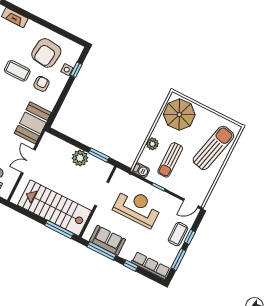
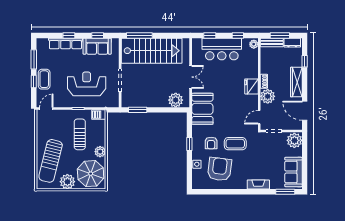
window: (76, 70) -> (189, 144), moved
plant: (207, 118) -> (67, 182), added
plant: (152, 144) -> (100, 152), moved
plant: (80, 158) -> (176, 100), moved
reception desk: (137, 208) -> (87, 84), turned 180
window: (101, 251) -> (98, 36), width x0.46
row of seats: (151, 266) -> (65, 44), moved

